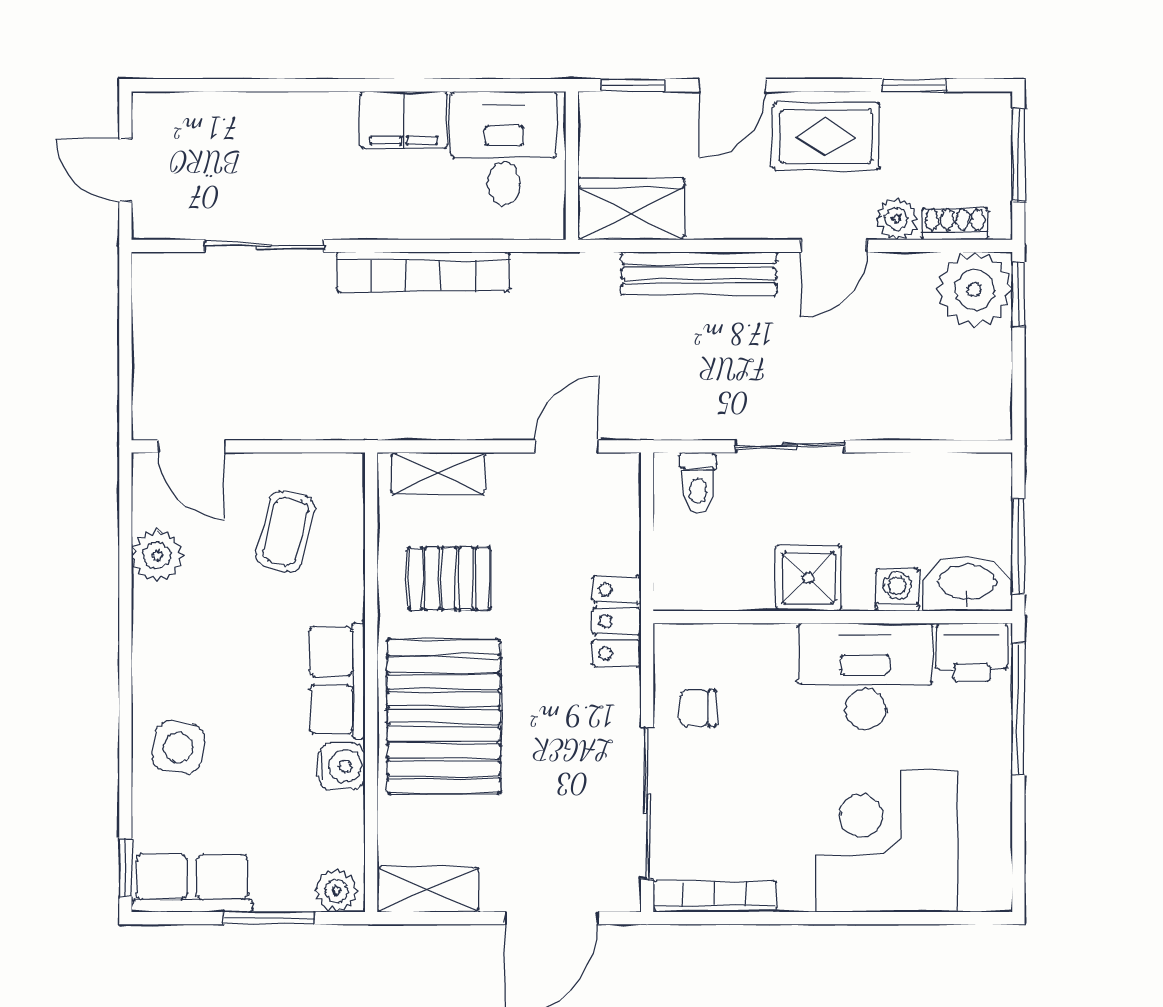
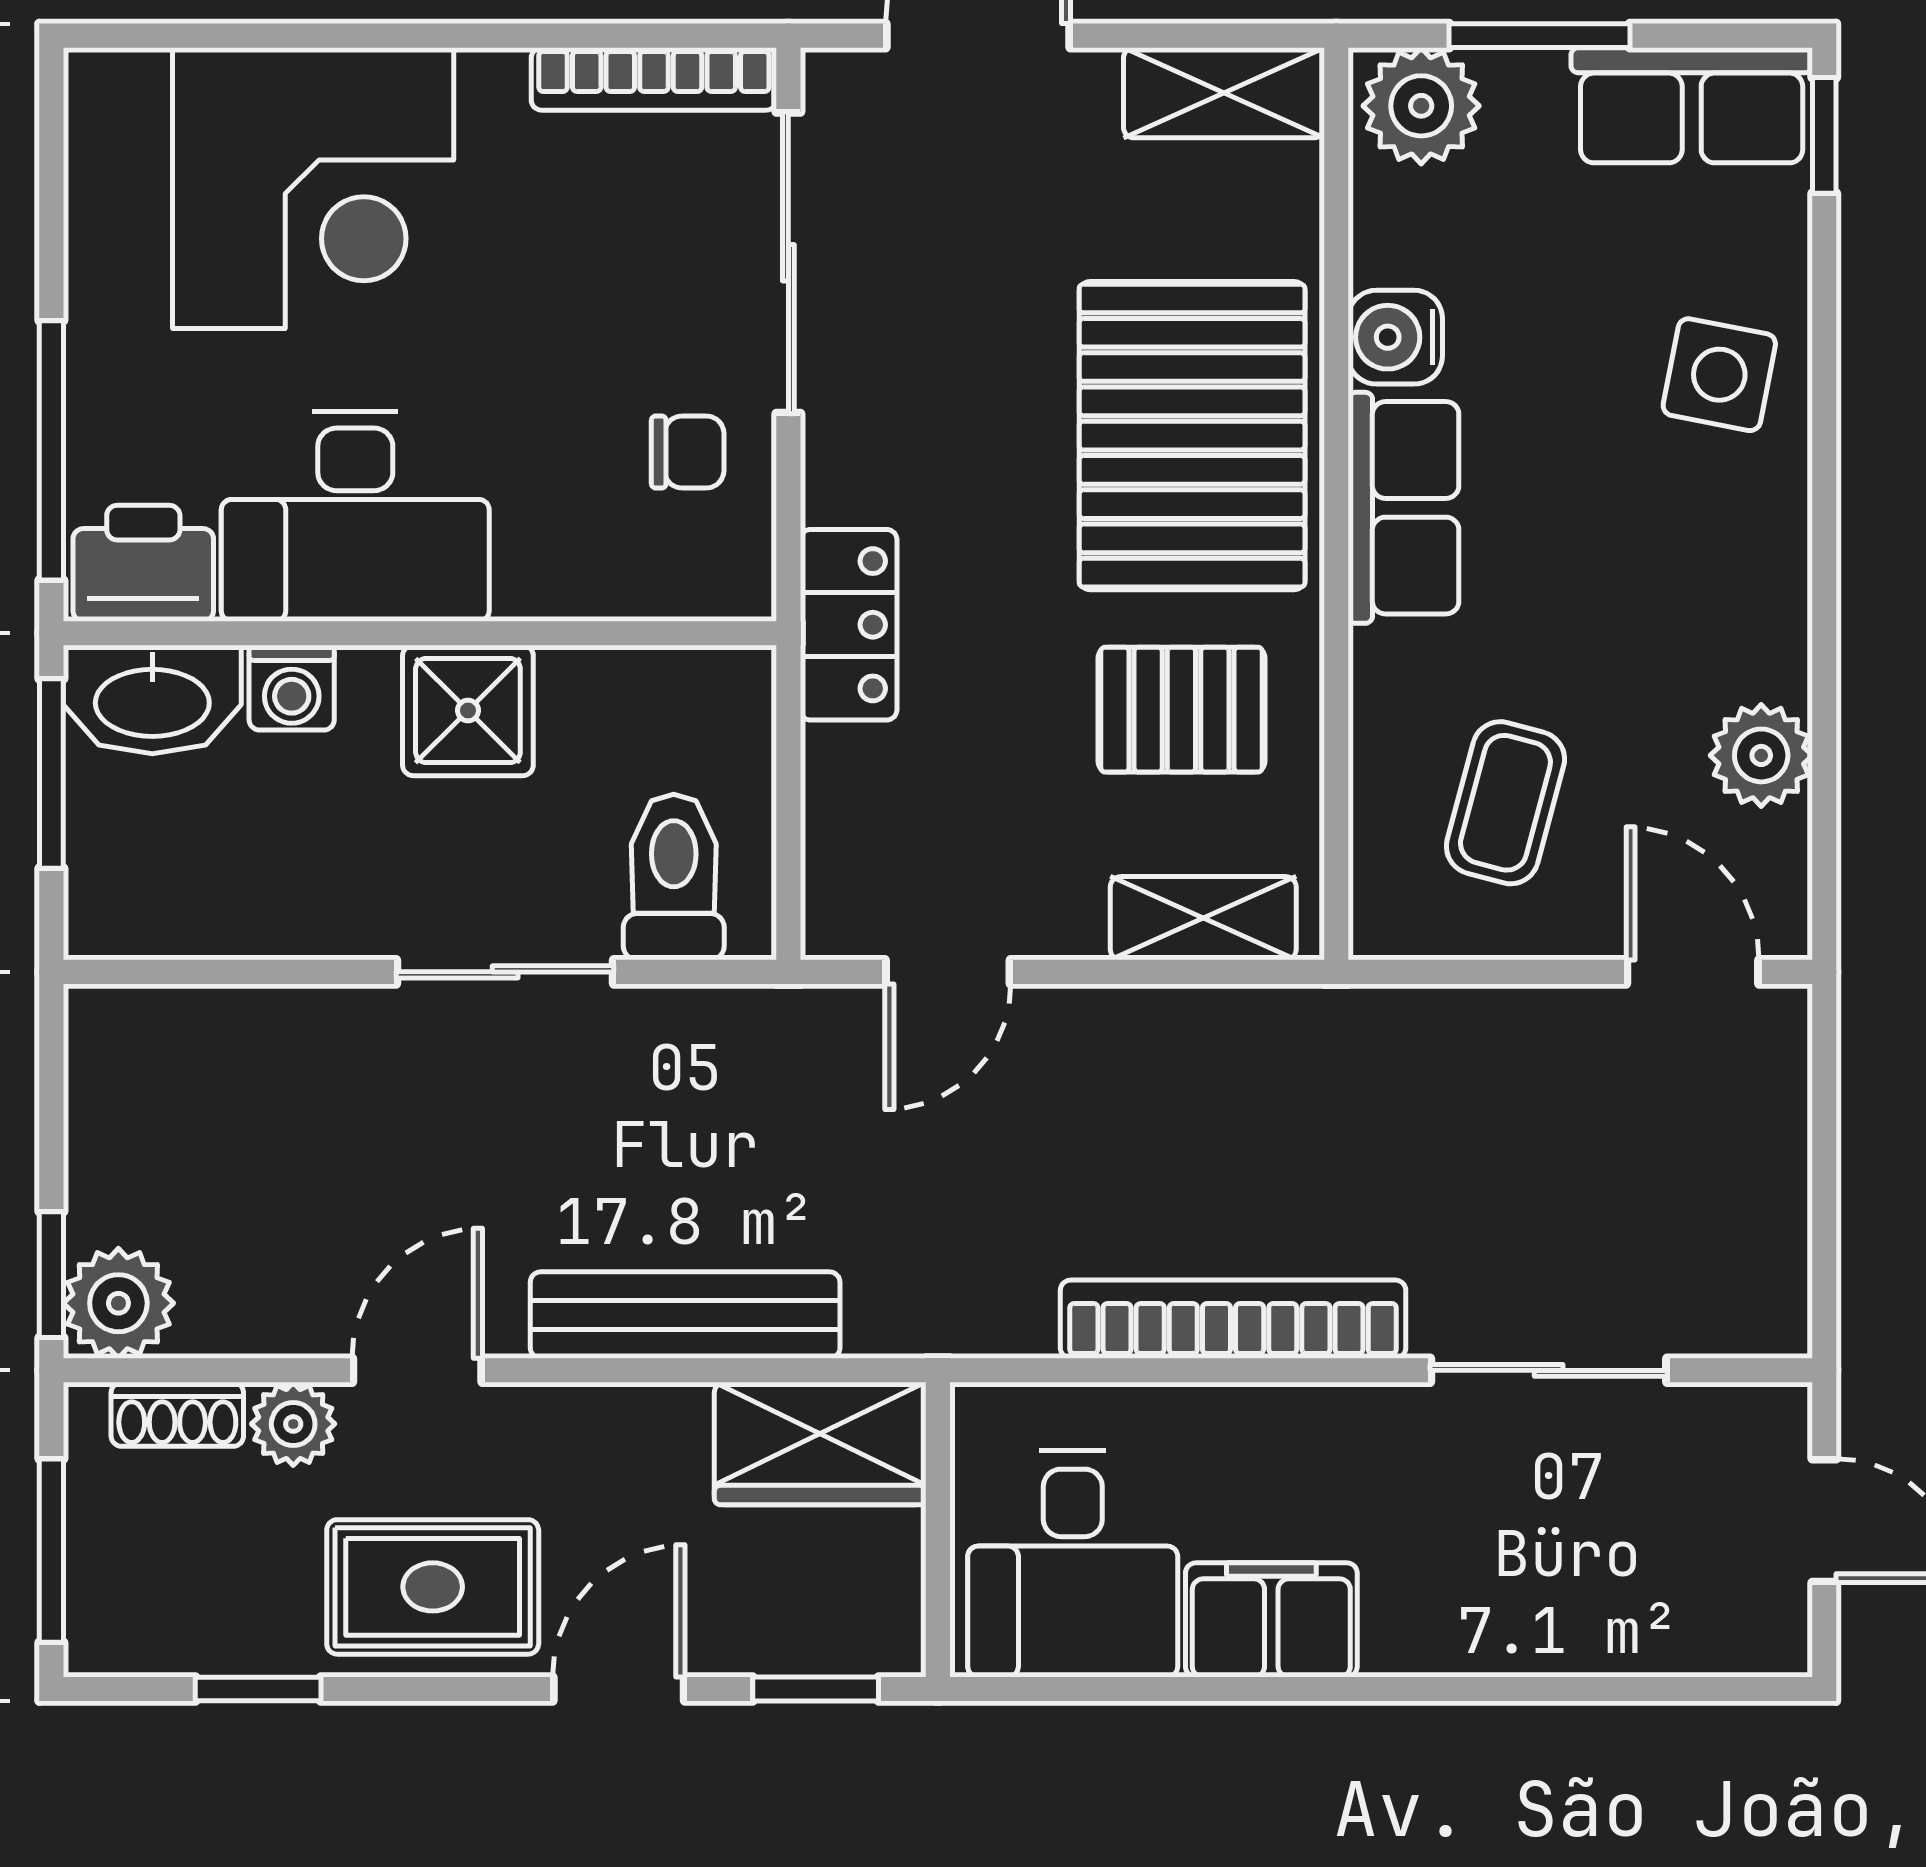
plant: (974, 290) -> (118, 1303), width x0.73, depth x0.73
toilet: (698, 483) -> (674, 877), width x1.37, depth x1.39
plant: (336, 891) -> (1421, 106), width x1.38, depth x1.38

